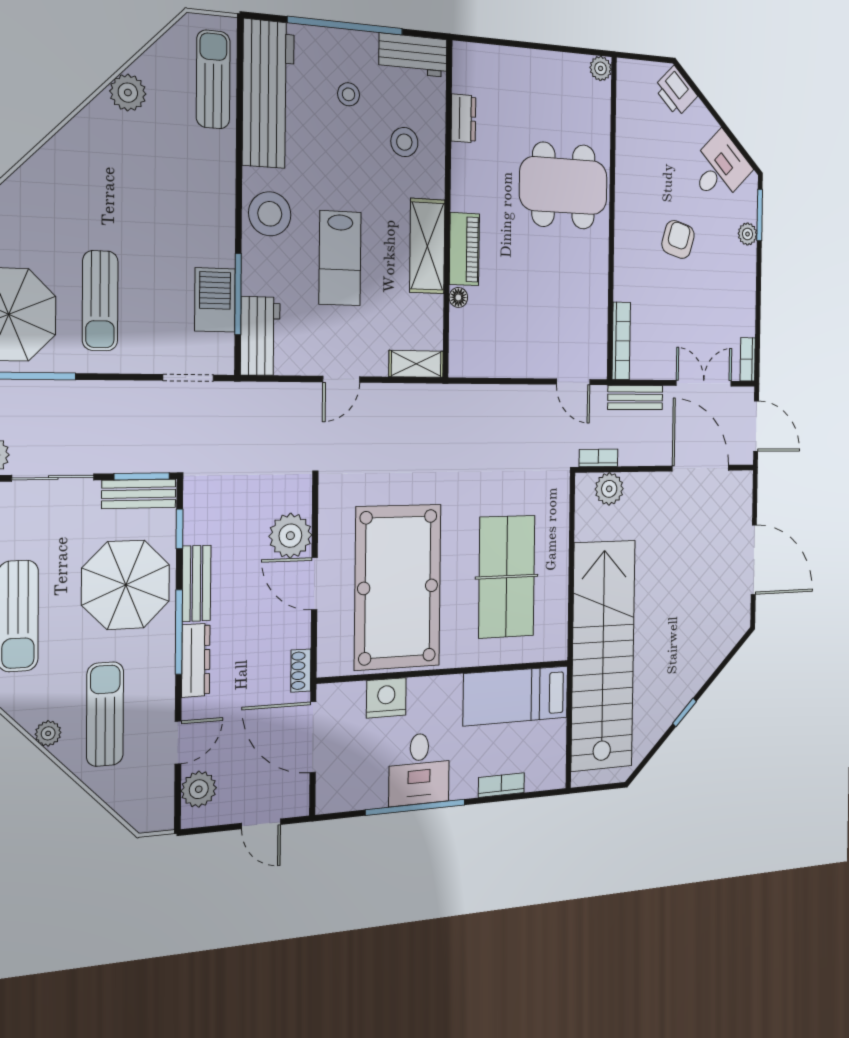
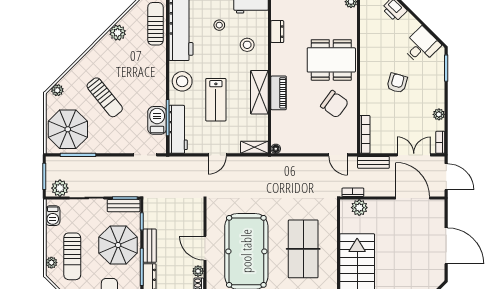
plant: (748, 234) -> (439, 114), moved
chair: (568, 277) -> (335, 104), added
floor lamp: (458, 297) -> (276, 149), moved
sun lounger: (100, 301) -> (105, 97), moved, turned -39
workbench: (260, 336) -> (178, 129), width x1.38
plant: (290, 536) -> (198, 271), moved, width x0.53, depth x0.53

